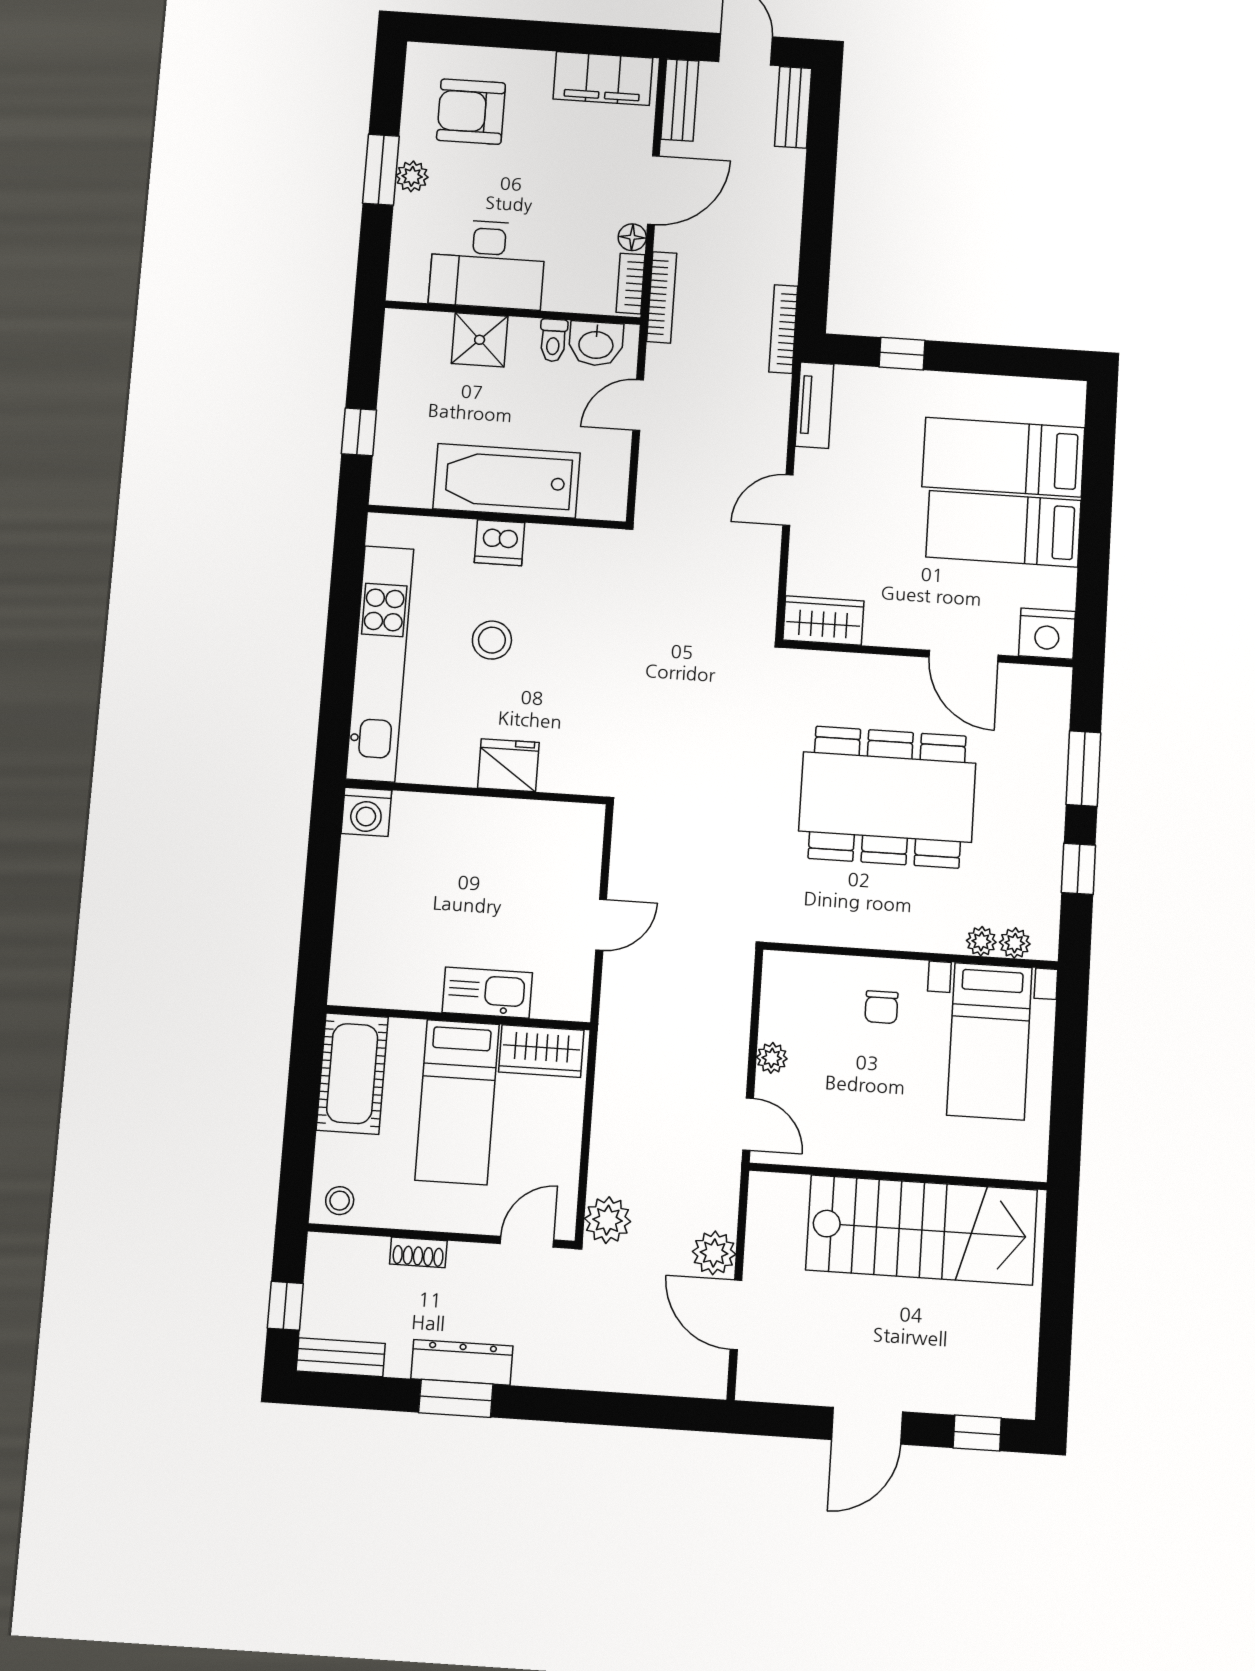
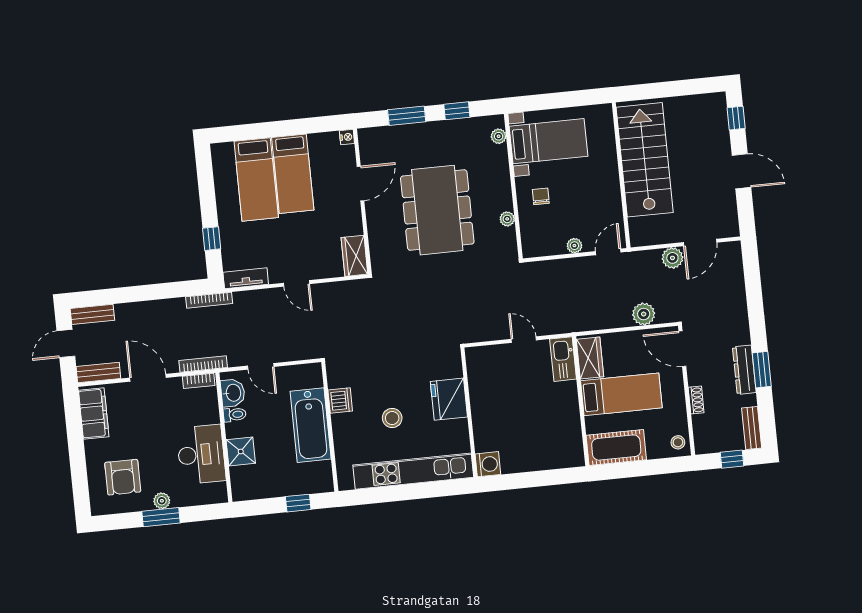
floor lamp: (632, 237) -> (175, 384), removed
dishwasher: (500, 543) -> (340, 401), moved
nightstand: (1047, 634) -> (347, 137), width x0.53, depth x0.56
fridge: (508, 765) -> (449, 399), width x1.36, depth x1.34
plant: (981, 941) -> (507, 219), moved
kitchen sink: (487, 993) -> (563, 359), moved
chair: (881, 1007) -> (541, 196), turned -90
plant: (608, 1220) -> (644, 314), moved
door: (527, 1242) -> (682, 349), width x1.37

